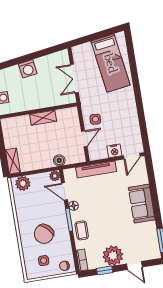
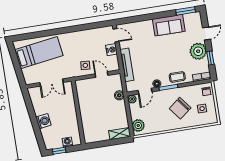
shelving: (43, 118) -> (84, 109), removed
sofa: (142, 204) -> (169, 25), moved
chair: (44, 234) -> (180, 108), turned 98

